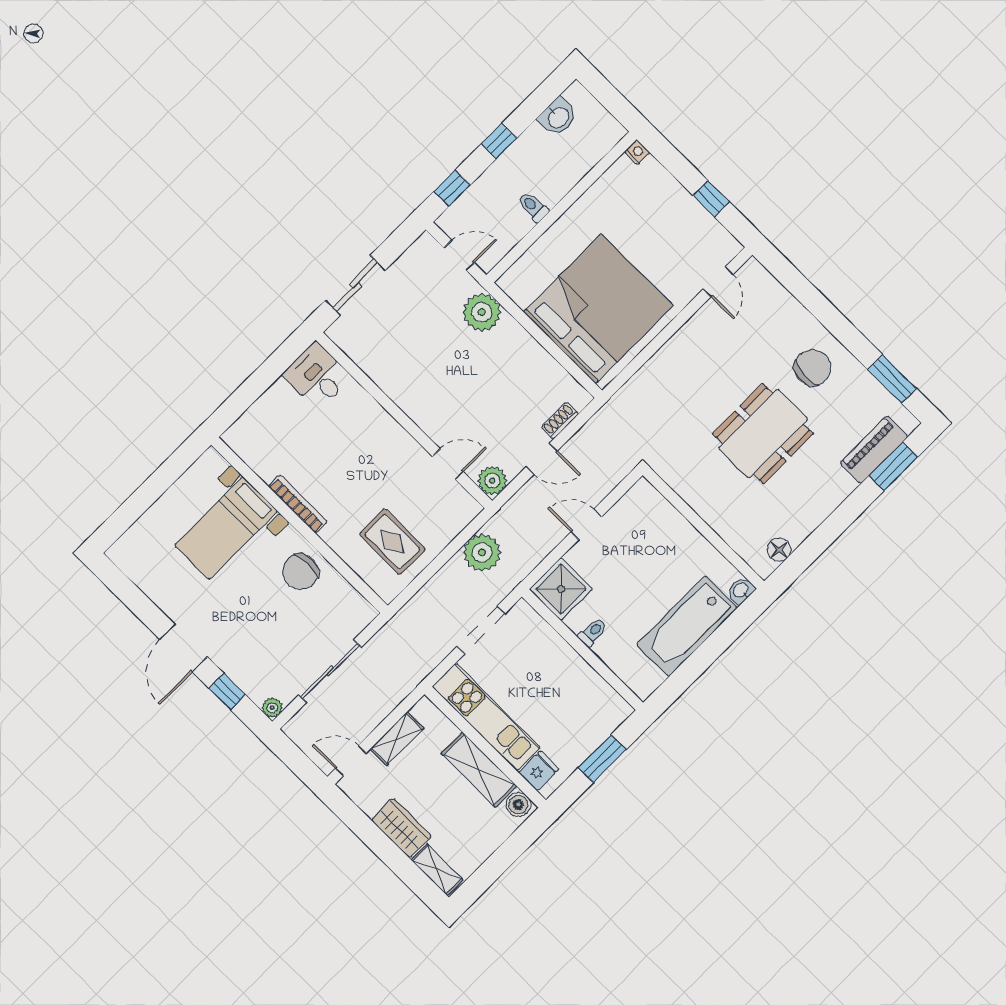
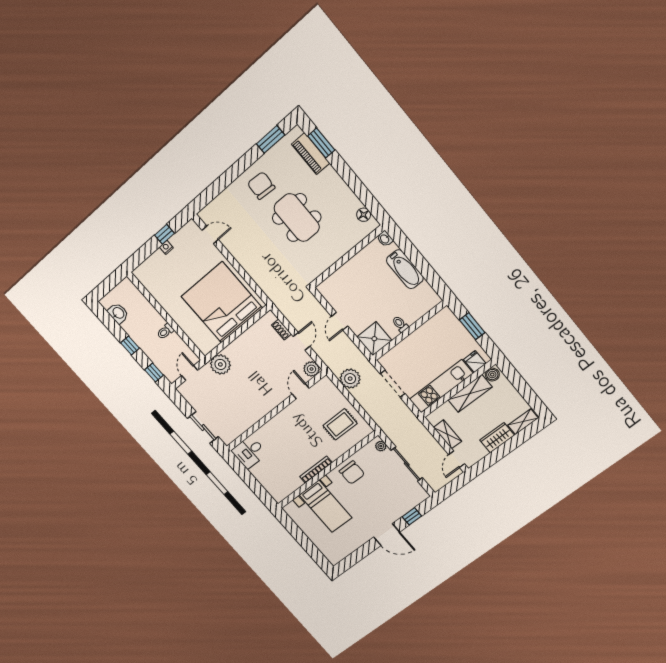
nightstand: (637, 152) -> (166, 247), moved
bathtub: (687, 626) -> (405, 269), width x0.73, depth x0.73
plant: (272, 708) -> (381, 446), moved

